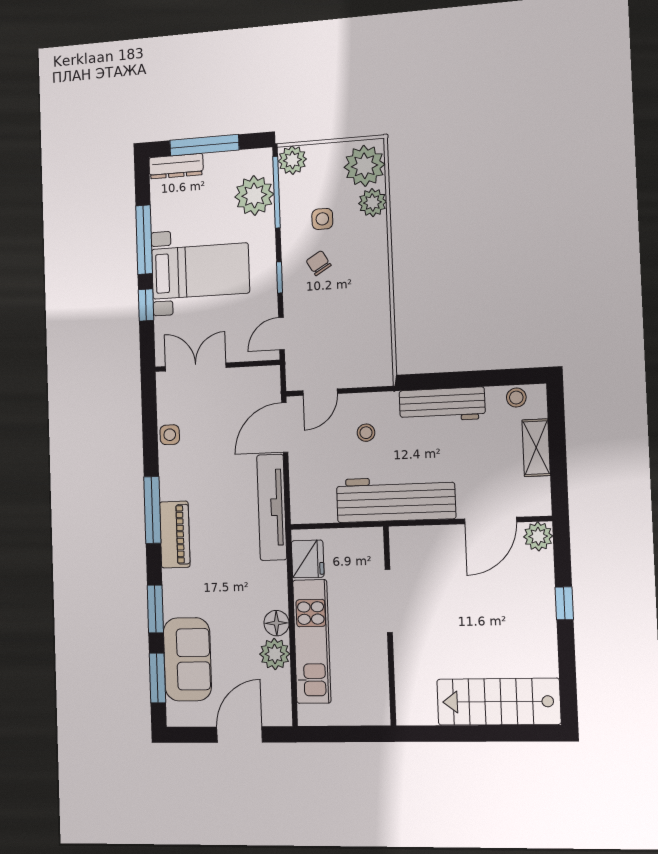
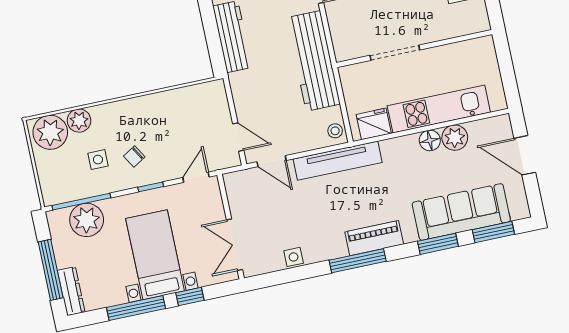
plant: (292, 160) -> (53, 193), removed
door: (281, 334) -> (196, 177), swing flipped
door: (285, 427) -> (272, 161), width x0.73
stool: (366, 433) -> (335, 131), moved
sofa: (187, 659) -> (461, 212), width x1.36

